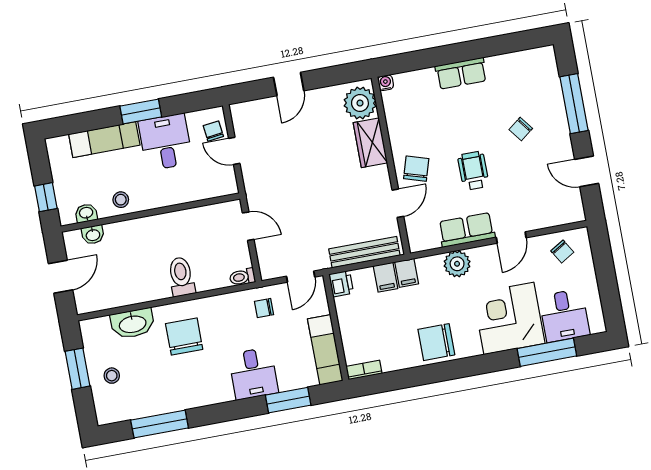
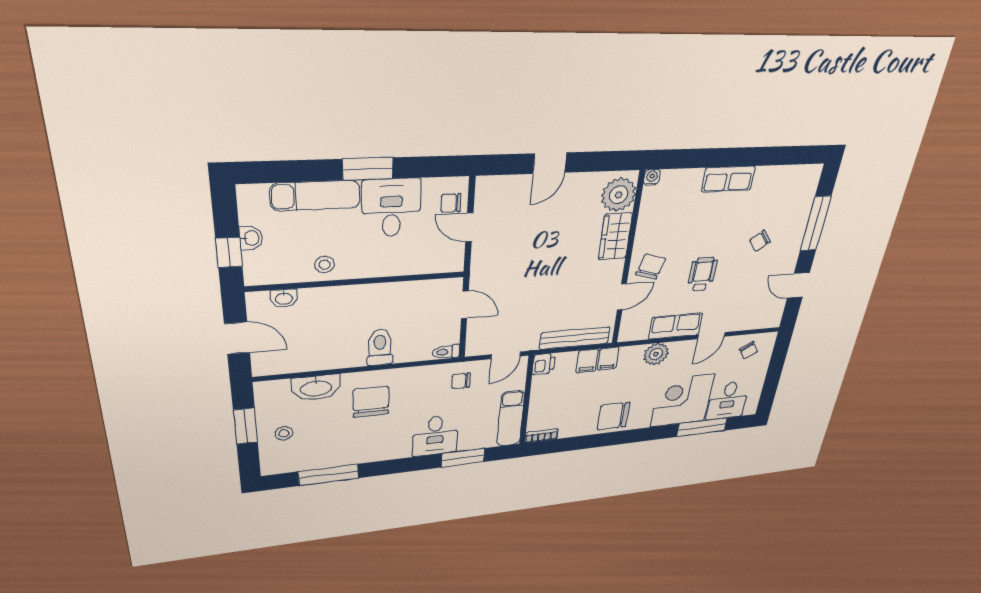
chair: (213, 131) -> (451, 203), turned -83
washbasin: (86, 213) -> (251, 238), moved, turned 90
door: (61, 277) -> (237, 338), hinge flipped

